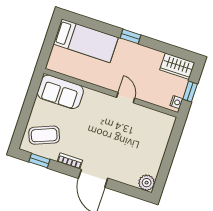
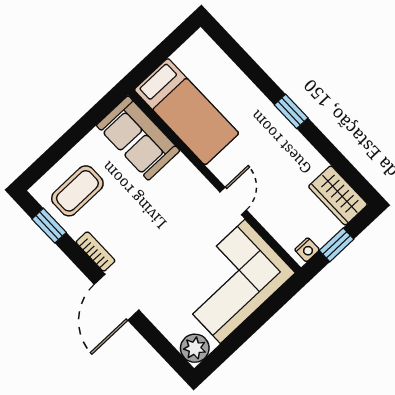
bed: (86, 41) -> (186, 112), moved
coffee table: (44, 135) -> (77, 191), turned -68
corner sofa: (147, 139) -> (233, 281), added

